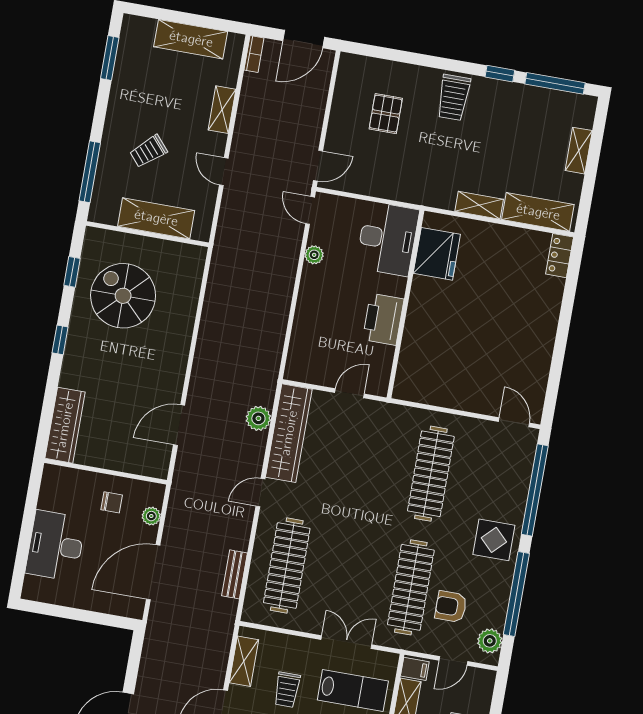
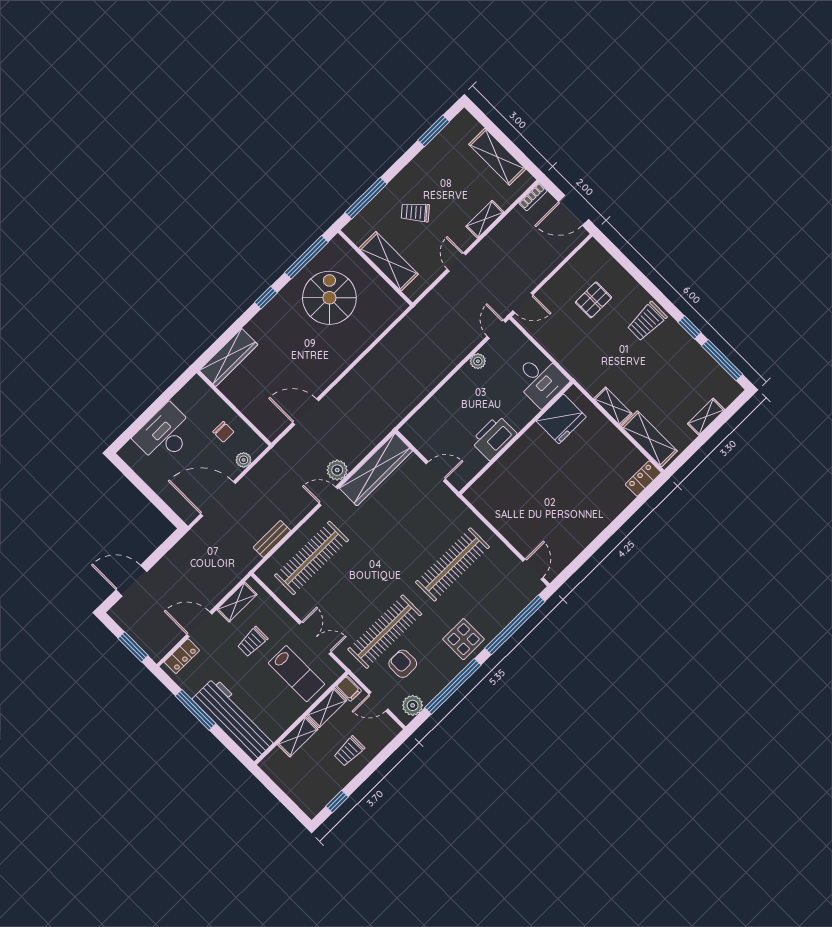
desk: (387, 239) -> (540, 380), width x0.73
window: (72, 272) -> (306, 257), width x2.17
plant: (258, 418) -> (337, 470), moved

